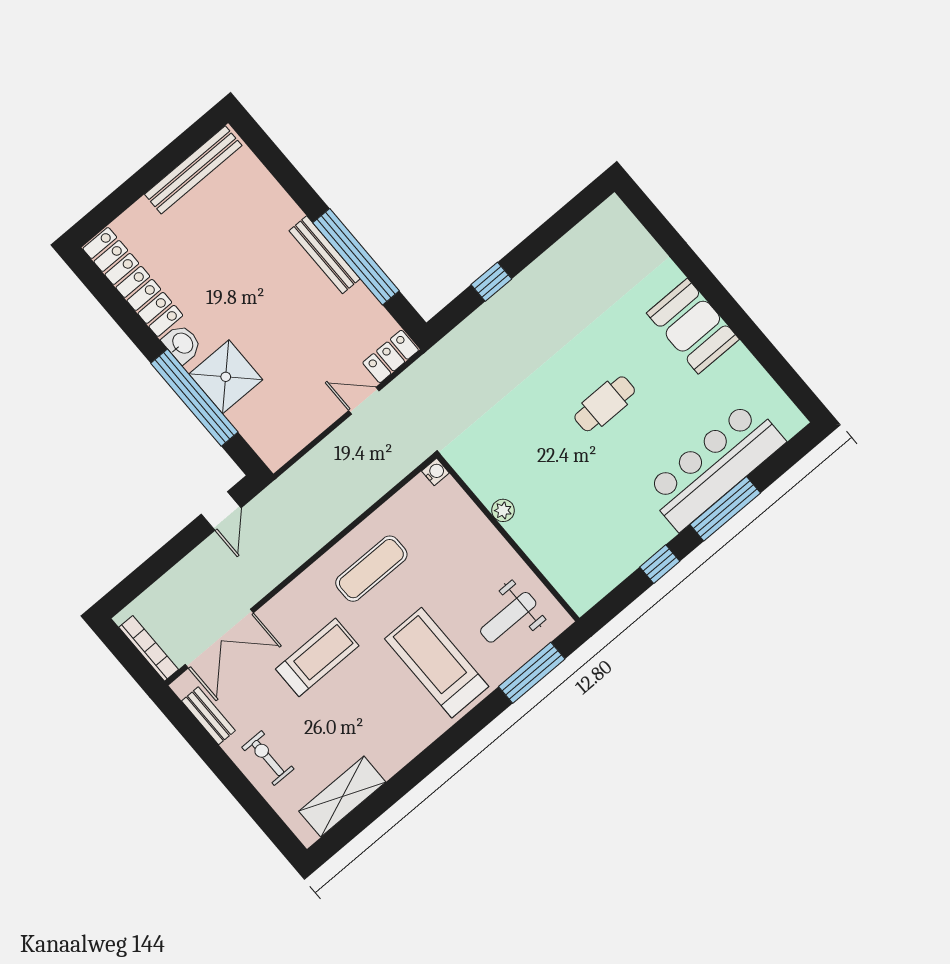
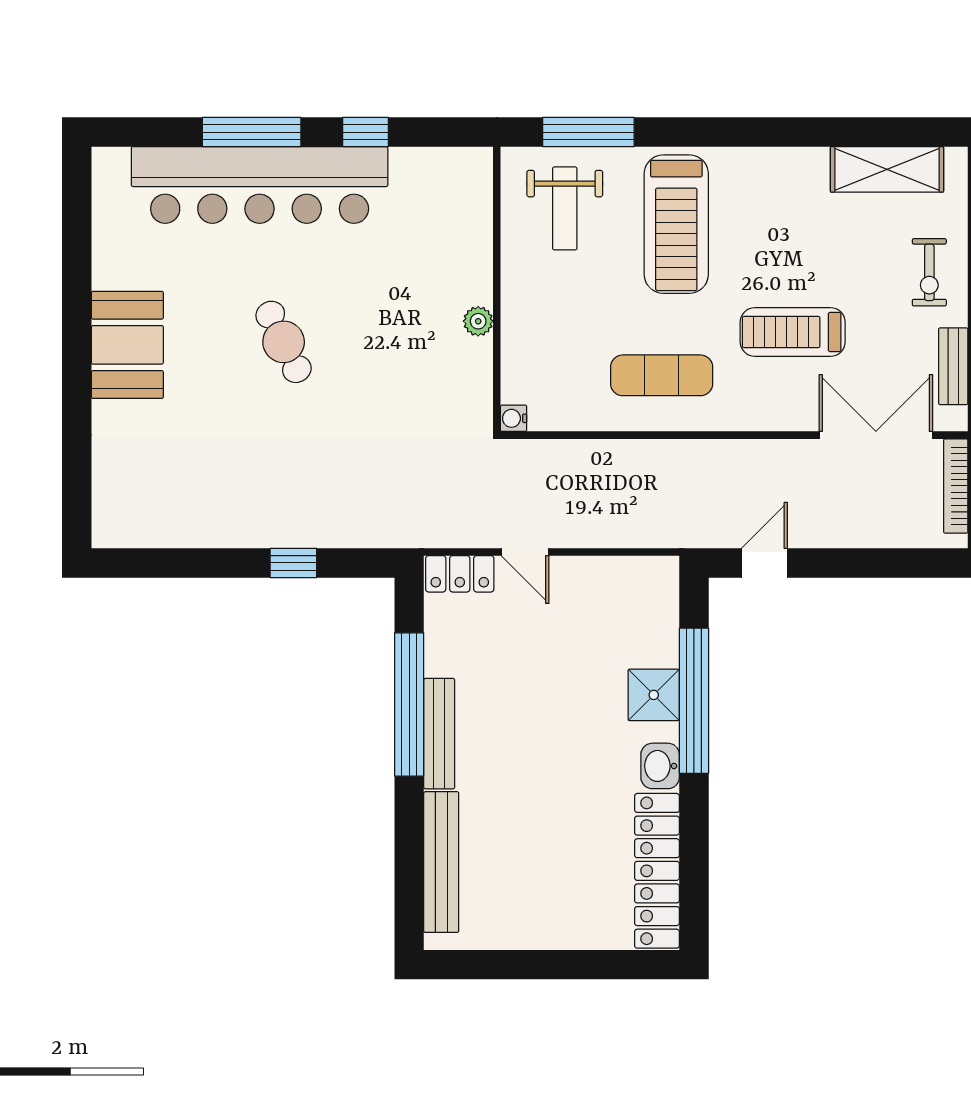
bench: (193, 170) -> (441, 862), moved, turned 90
shower: (226, 377) -> (654, 695), width x0.73, depth x0.73
cafe table: (605, 404) -> (284, 342), turned 64
bar counter: (714, 466) -> (260, 185), width x1.36
weight bench: (508, 617) -> (565, 208), turned 90

